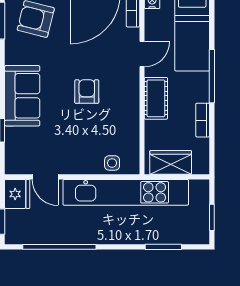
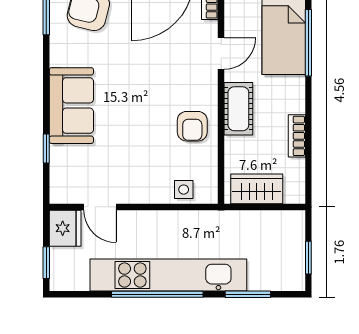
window: (212, 76) -> (308, 43), moved
armchair: (87, 92) -> (192, 126), moved, turned 180
kitchen unit: (126, 192) -> (168, 275), moved, turned 180
window: (59, 247) -> (157, 294), moved

